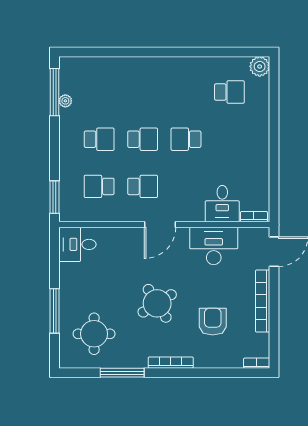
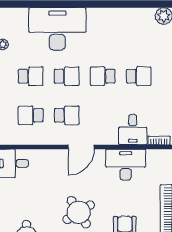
desk: (131, 82) -> (57, 29), added
school desk: (229, 92) -> (139, 76), moved

